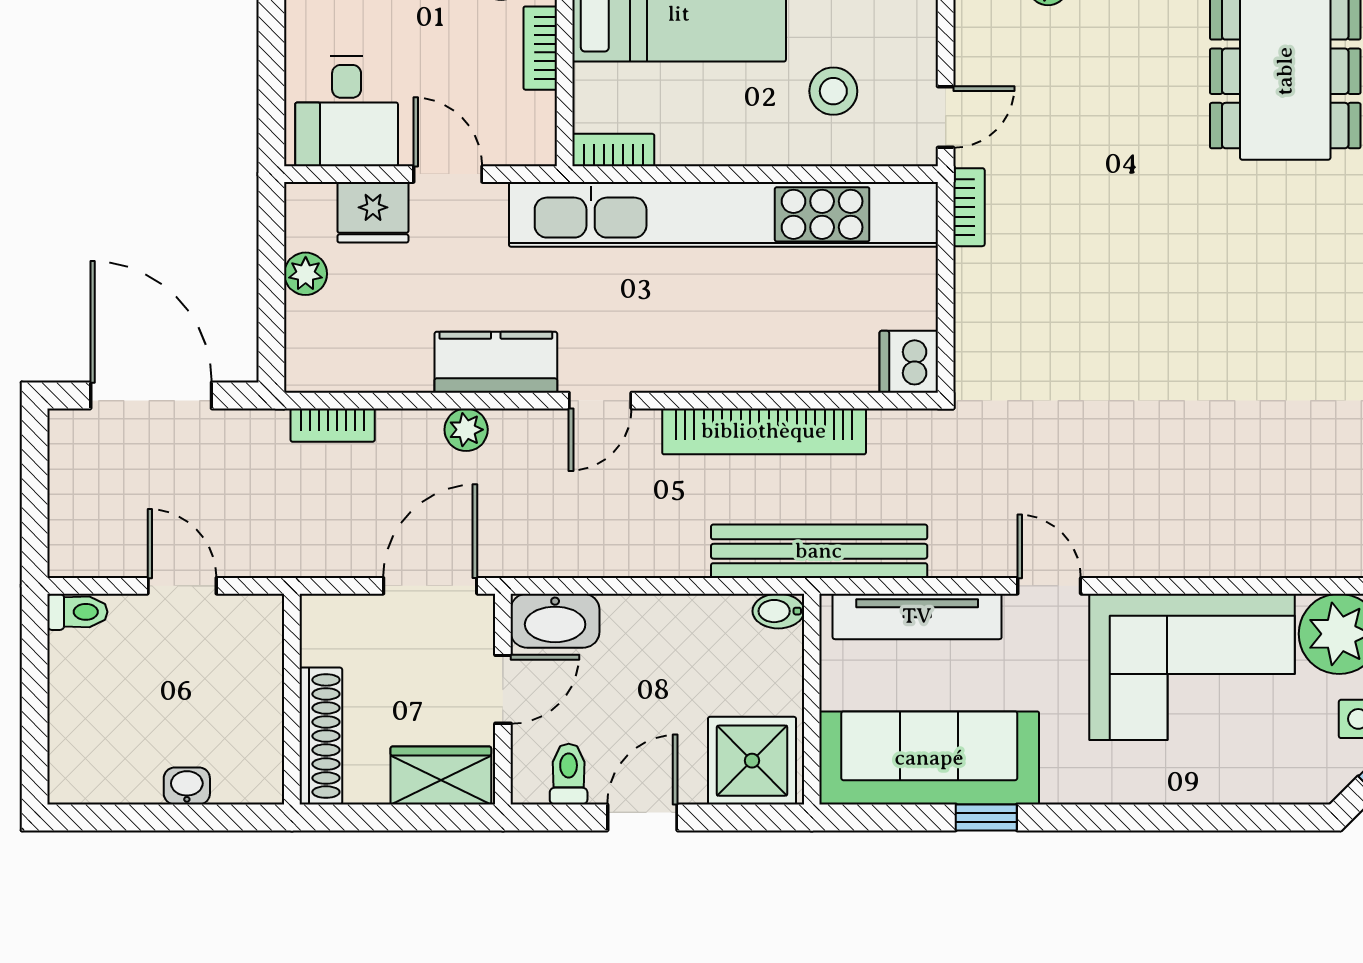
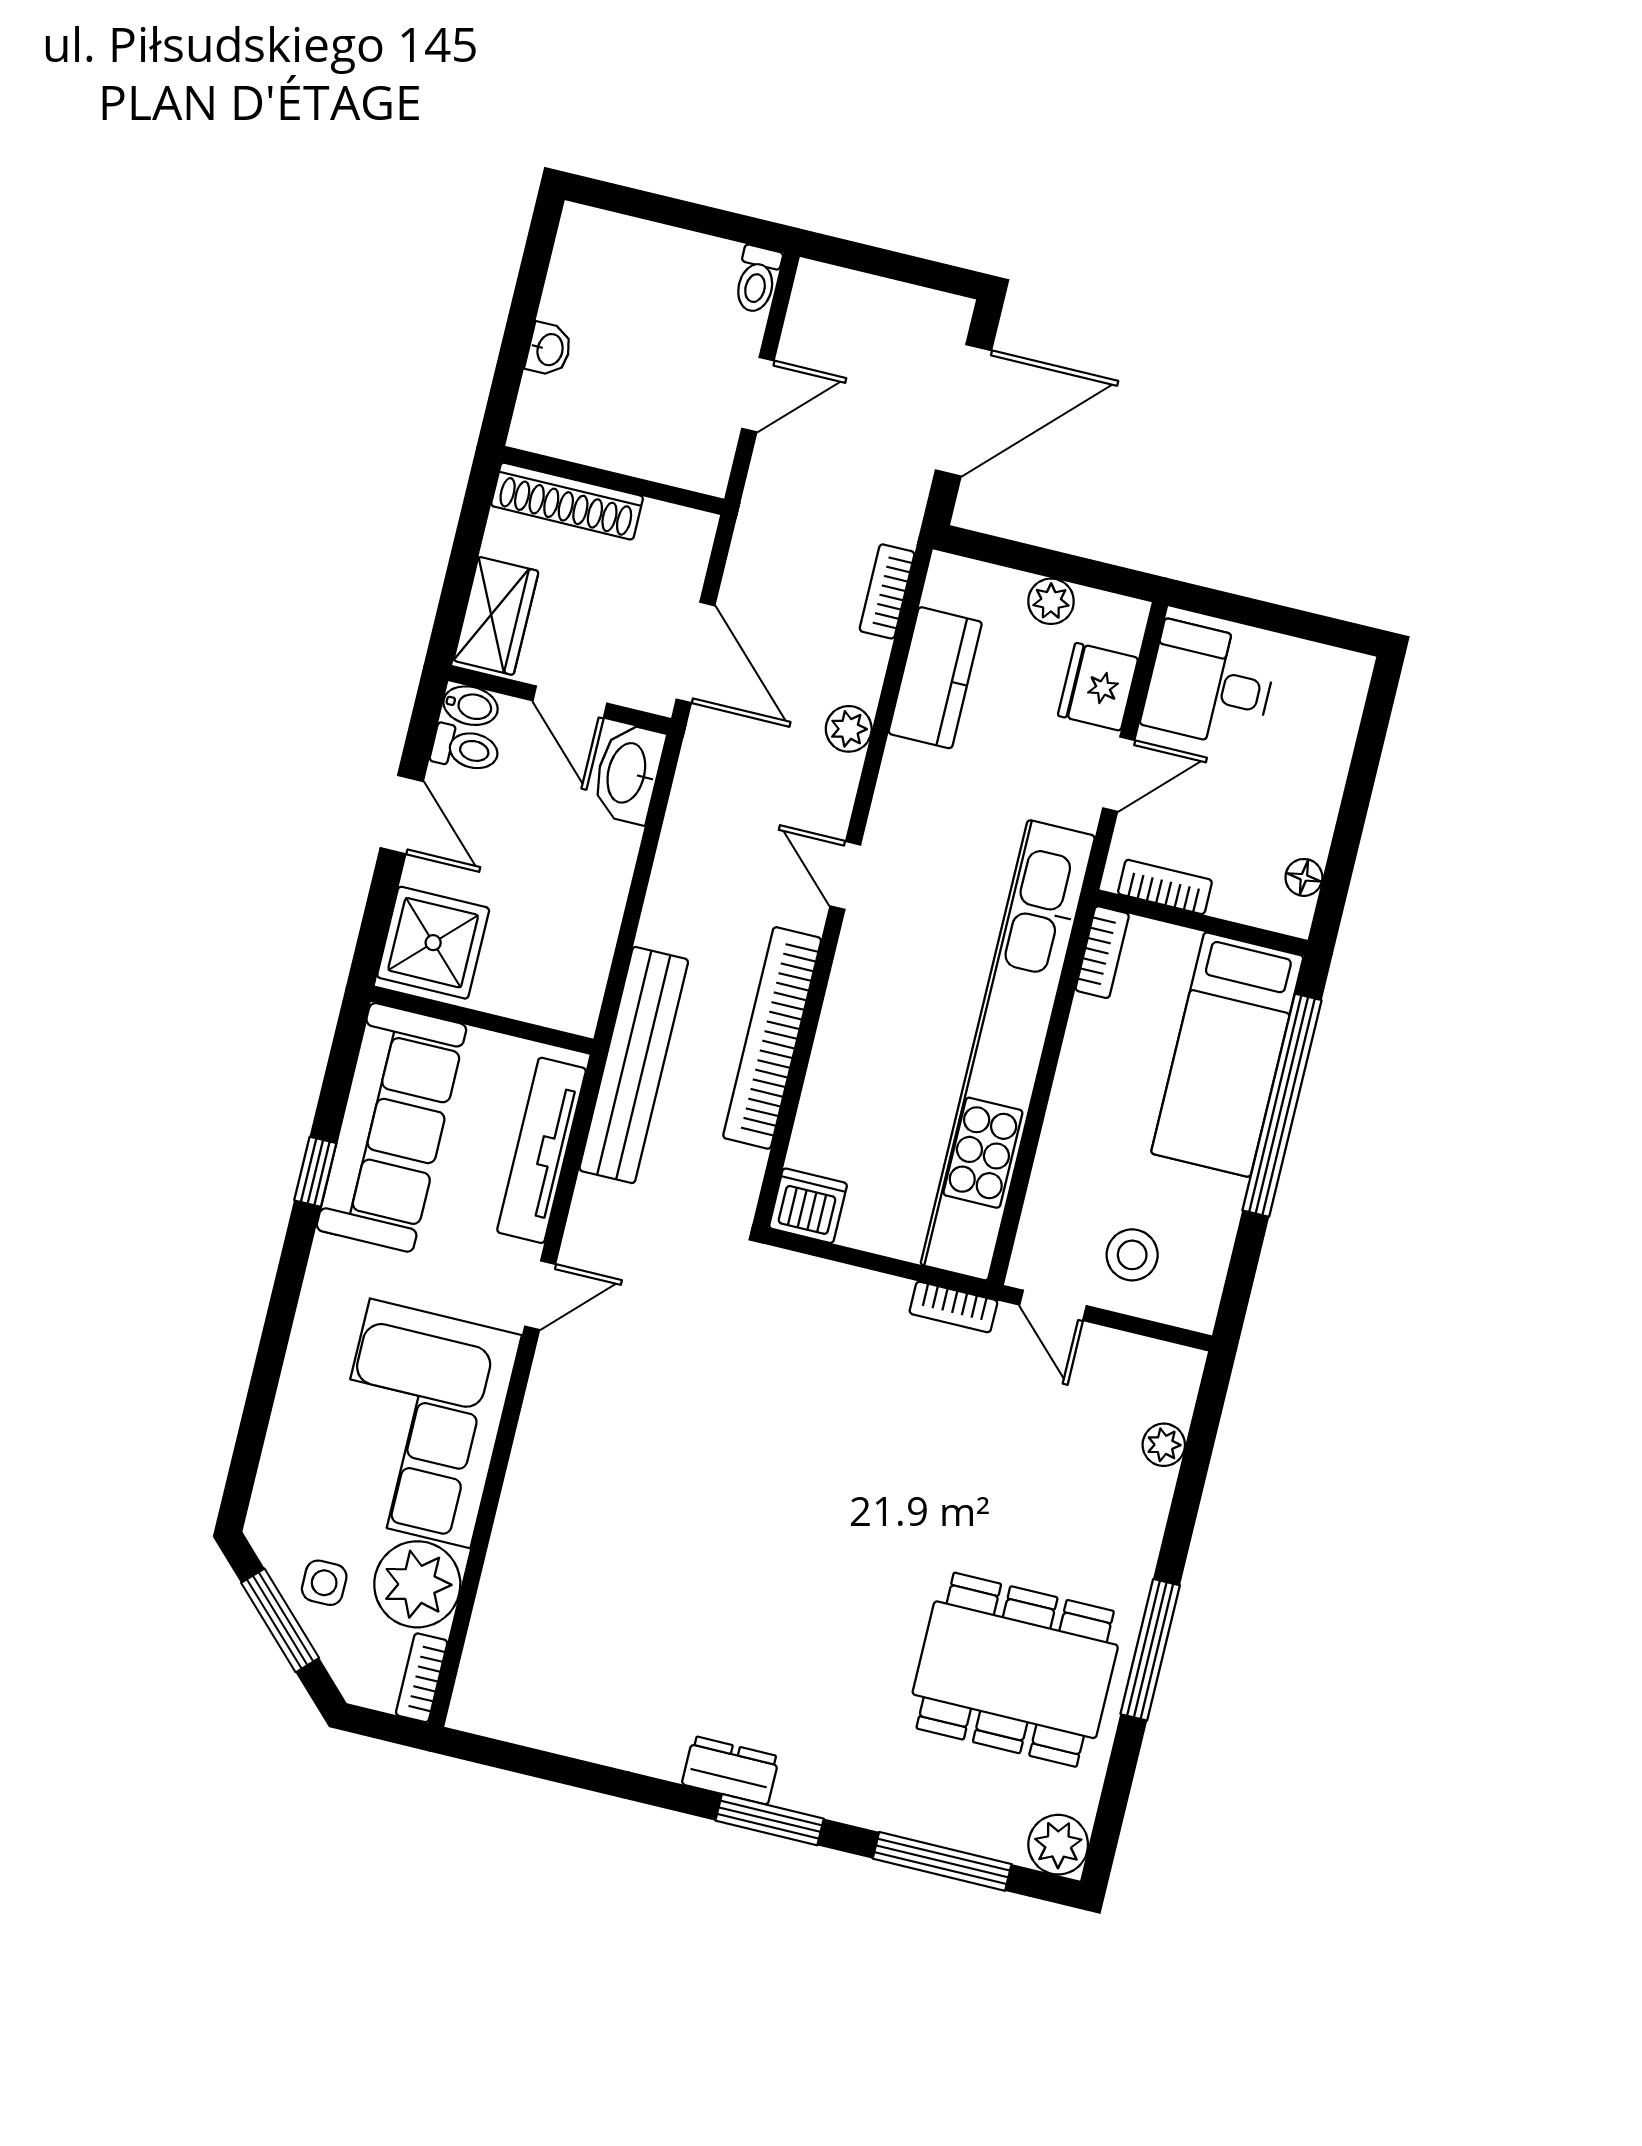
bookcase: (540, 48) -> (1165, 887), moved
stool: (833, 91) -> (1132, 1255), moved
kitchen counter: (496, 362) -> (935, 678), moved
bidet: (778, 611) -> (471, 706), moved, turned 90

